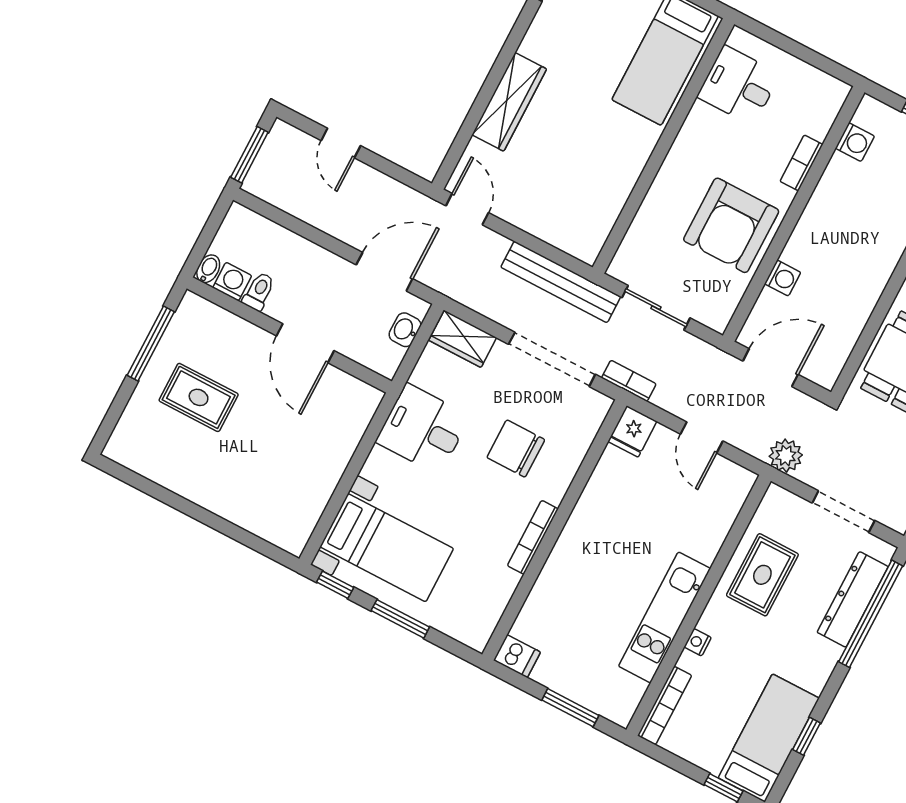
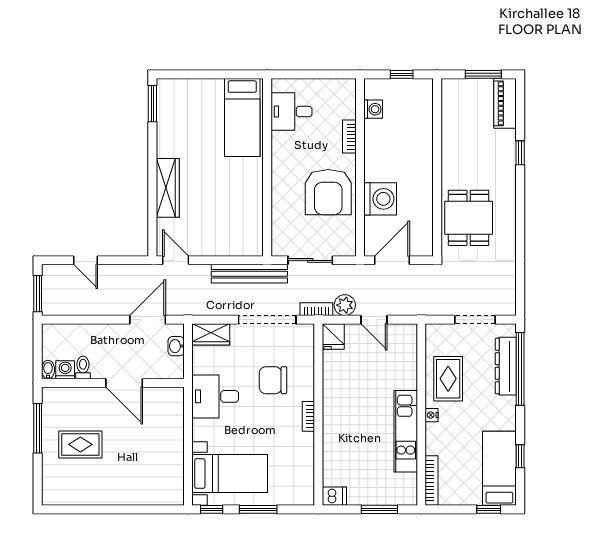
washing machine: (783, 278) -> (380, 199), width x1.89, depth x1.89
plant: (786, 456) -> (345, 305), moved
bookcase: (533, 537) -> (308, 416), width x0.64
nightstand: (698, 642) -> (432, 415), moved

